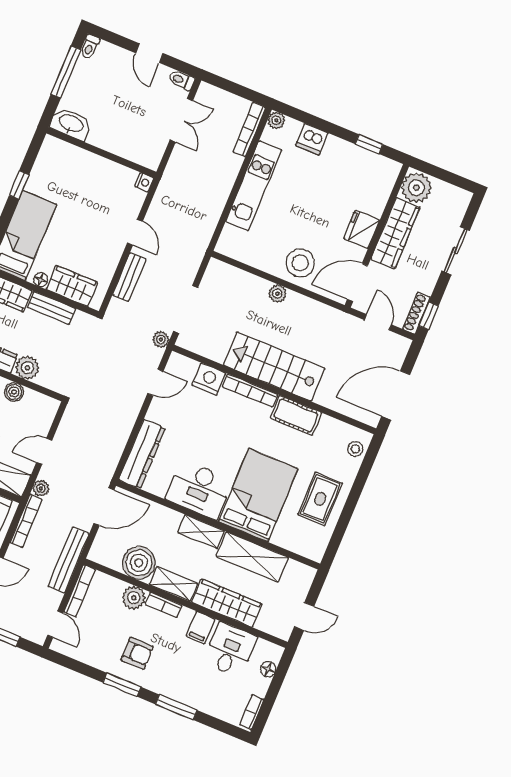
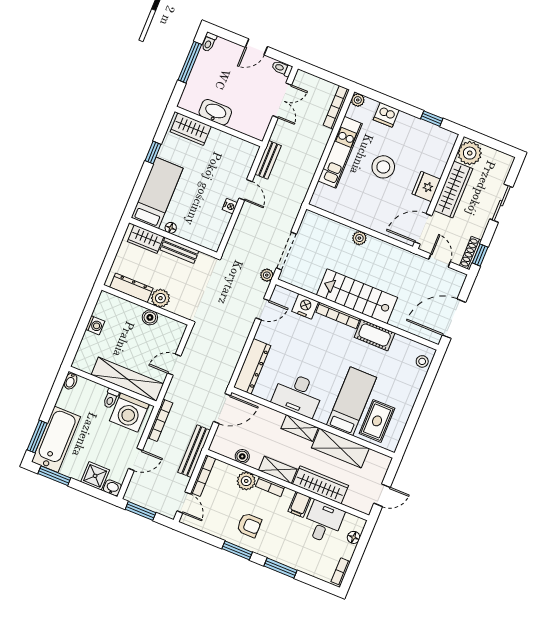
door: (149, 53) -> (256, 47), hinge flipped
washbasin: (71, 124) -> (215, 112), moved
nightstand: (144, 182) -> (230, 206), moved
stool: (300, 263) -> (383, 167), moved
bench: (129, 277) -> (268, 160), moved
wardrobe: (72, 286) -> (191, 129), moved, turned 180
plant: (41, 488) -> (172, 394), removed
bed: (258, 495) -> (351, 401), width x0.67
rug: (320, 499) -> (377, 421), moved
boiler: (139, 563) -> (242, 456), width x0.54, depth x0.54

